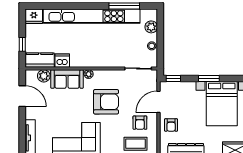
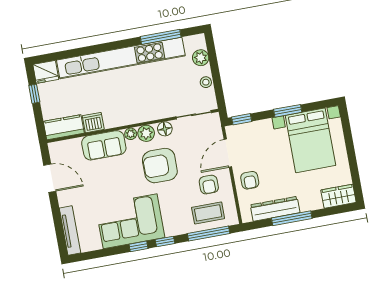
window: (22, 44) -> (34, 94), moved
floor lamp: (115, 75) -> (165, 129), added
plant: (44, 76) -> (146, 133), moved
armchair: (106, 102) -> (160, 166), turned 180

